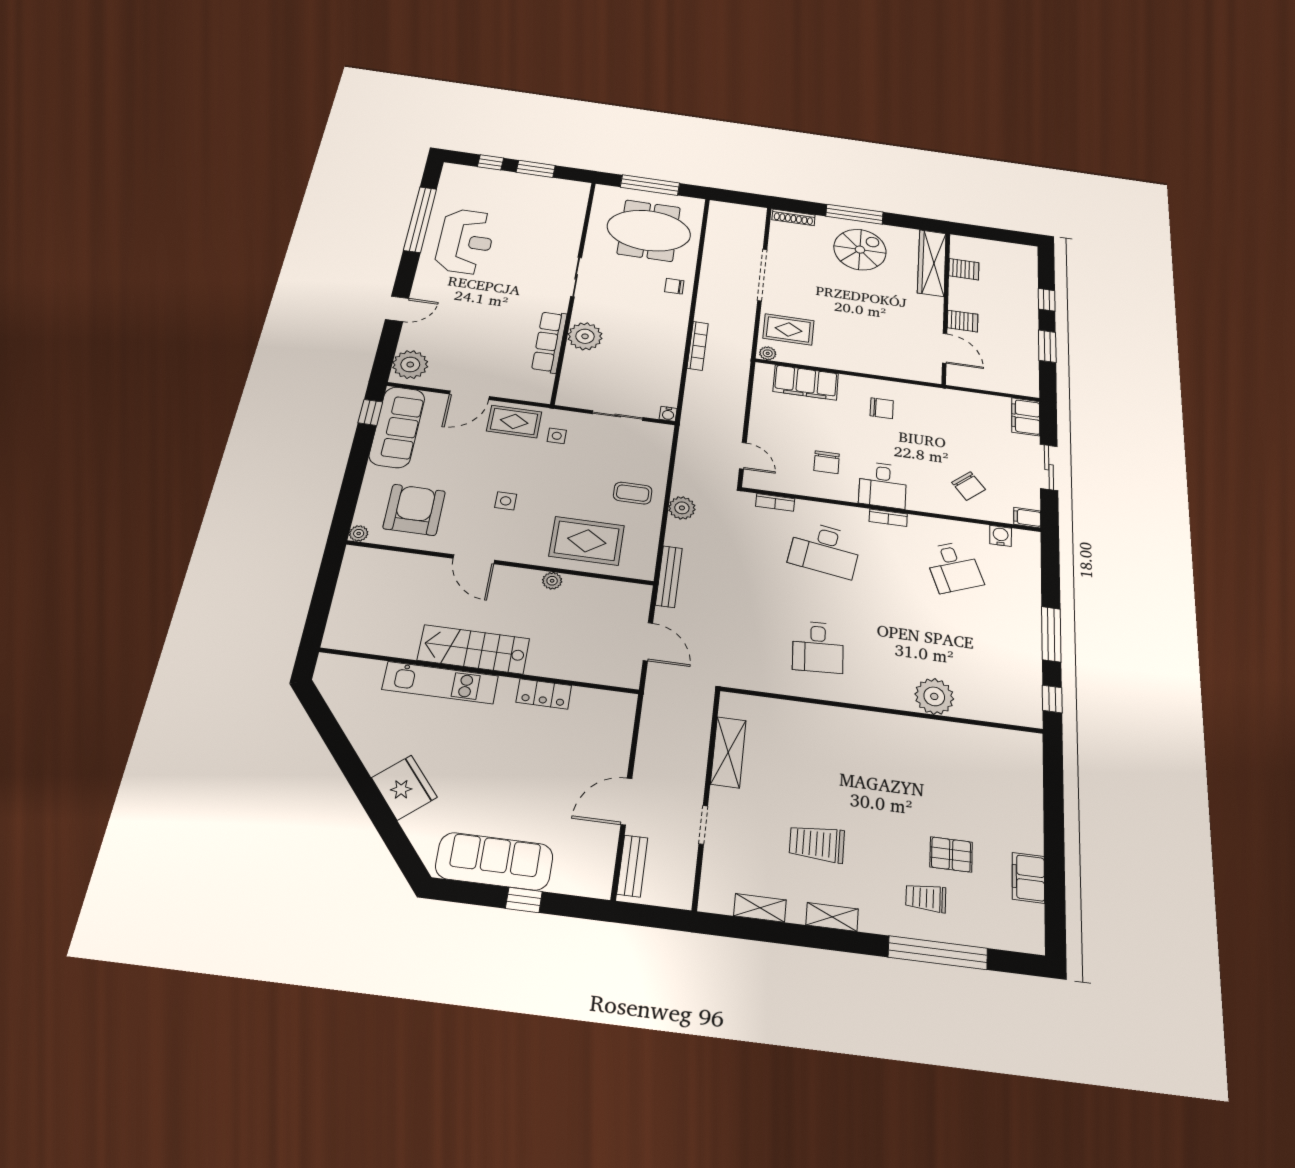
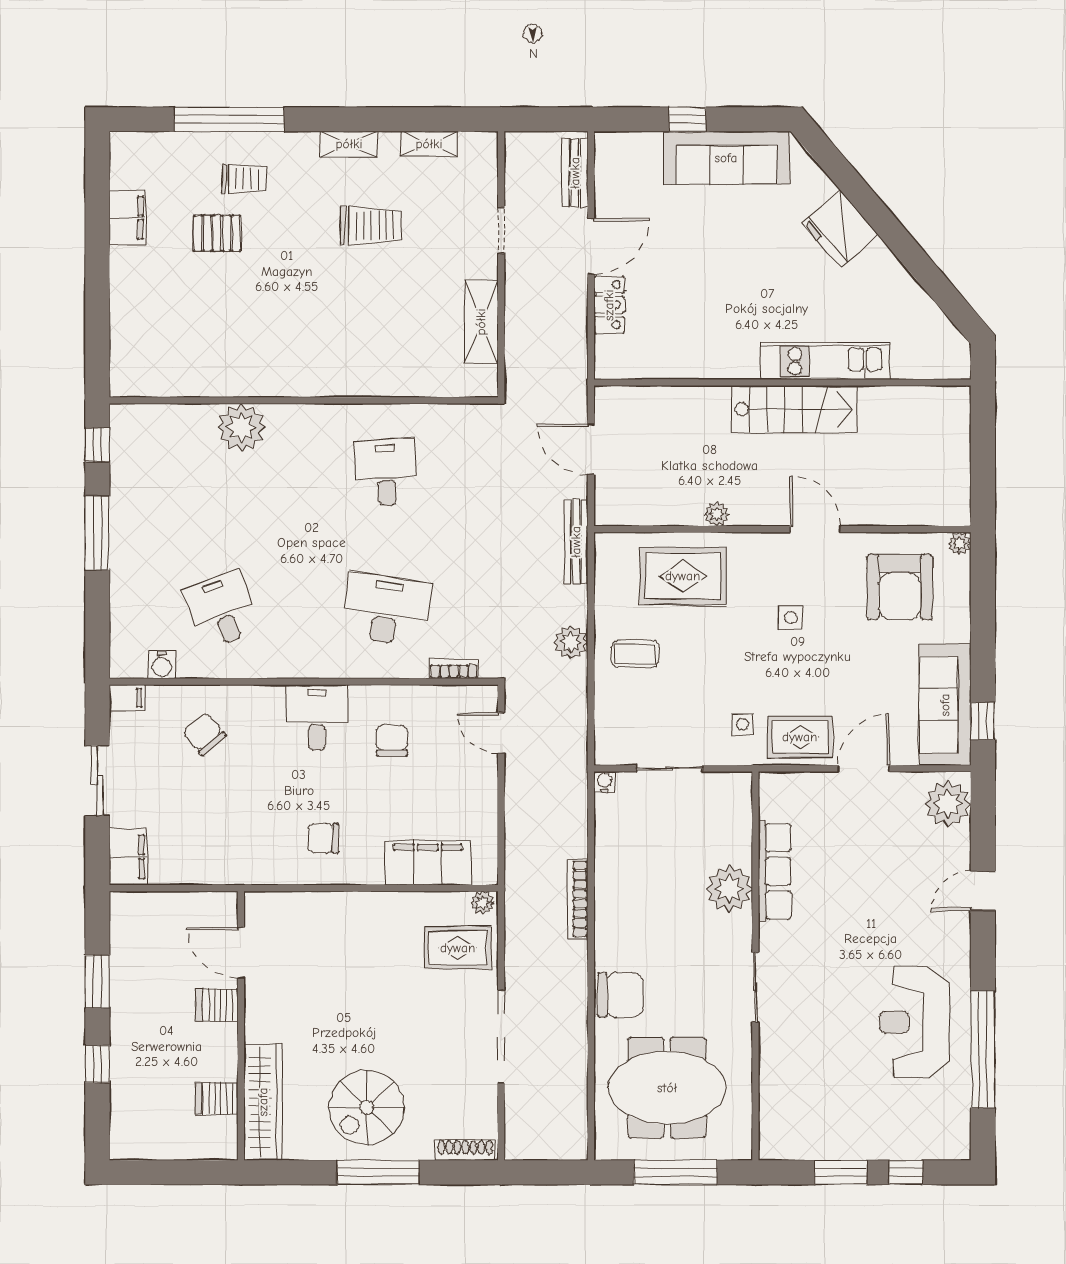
chair: (674, 286) -> (620, 995), width x1.87, depth x1.87
bookcase: (888, 518) -> (308, 669), removed
locker: (544, 694) -> (609, 305), moved, turned 90

